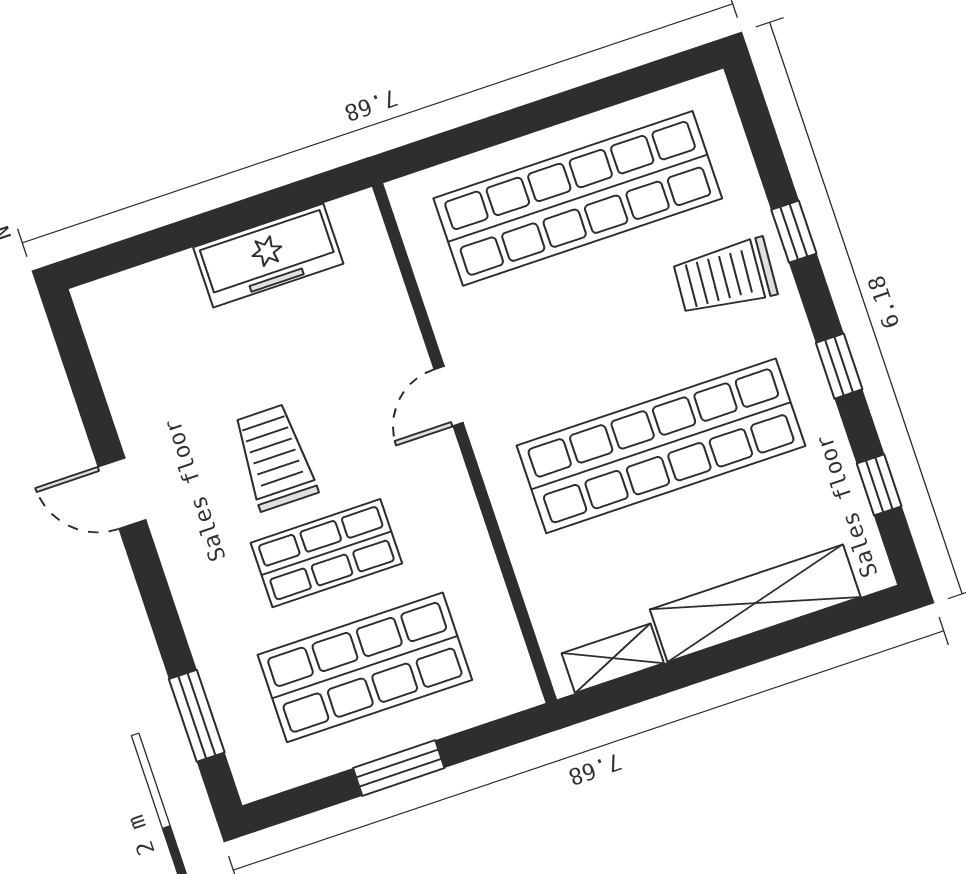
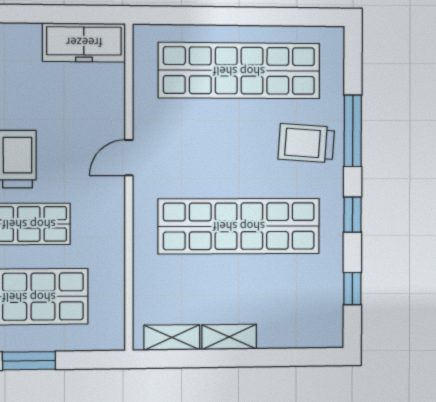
window: (794, 232) -> (353, 131), width x2.17
freezer: (268, 255) -> (84, 42), moved
shelving: (755, 603) -> (229, 337), width x0.45, depth x0.75

